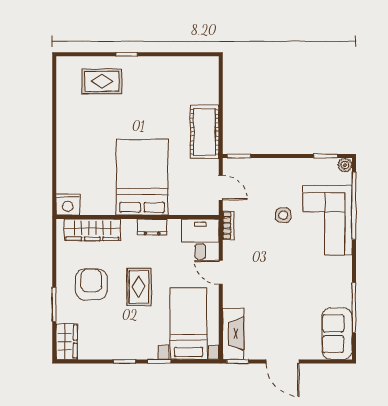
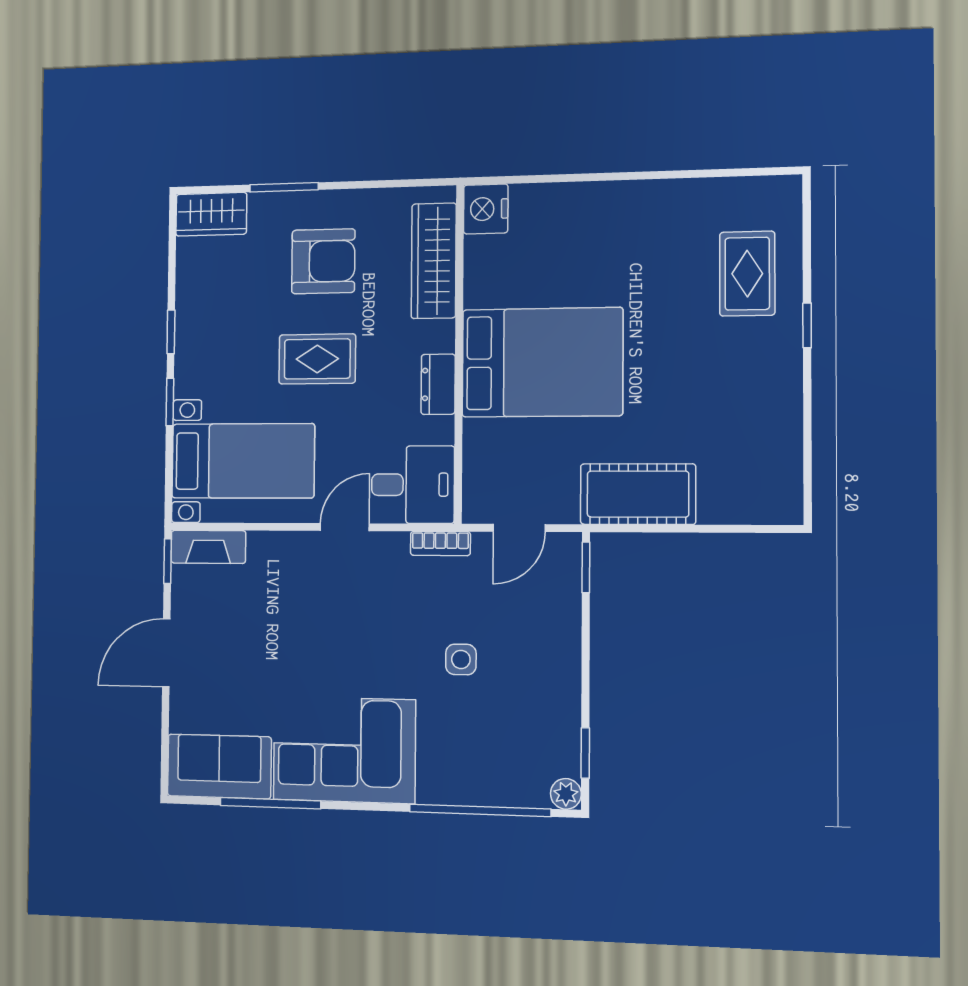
corner sofa: (327, 220) -> (344, 750), moved
fireplace: (233, 334) -> (208, 547), width x0.73, depth x0.76

